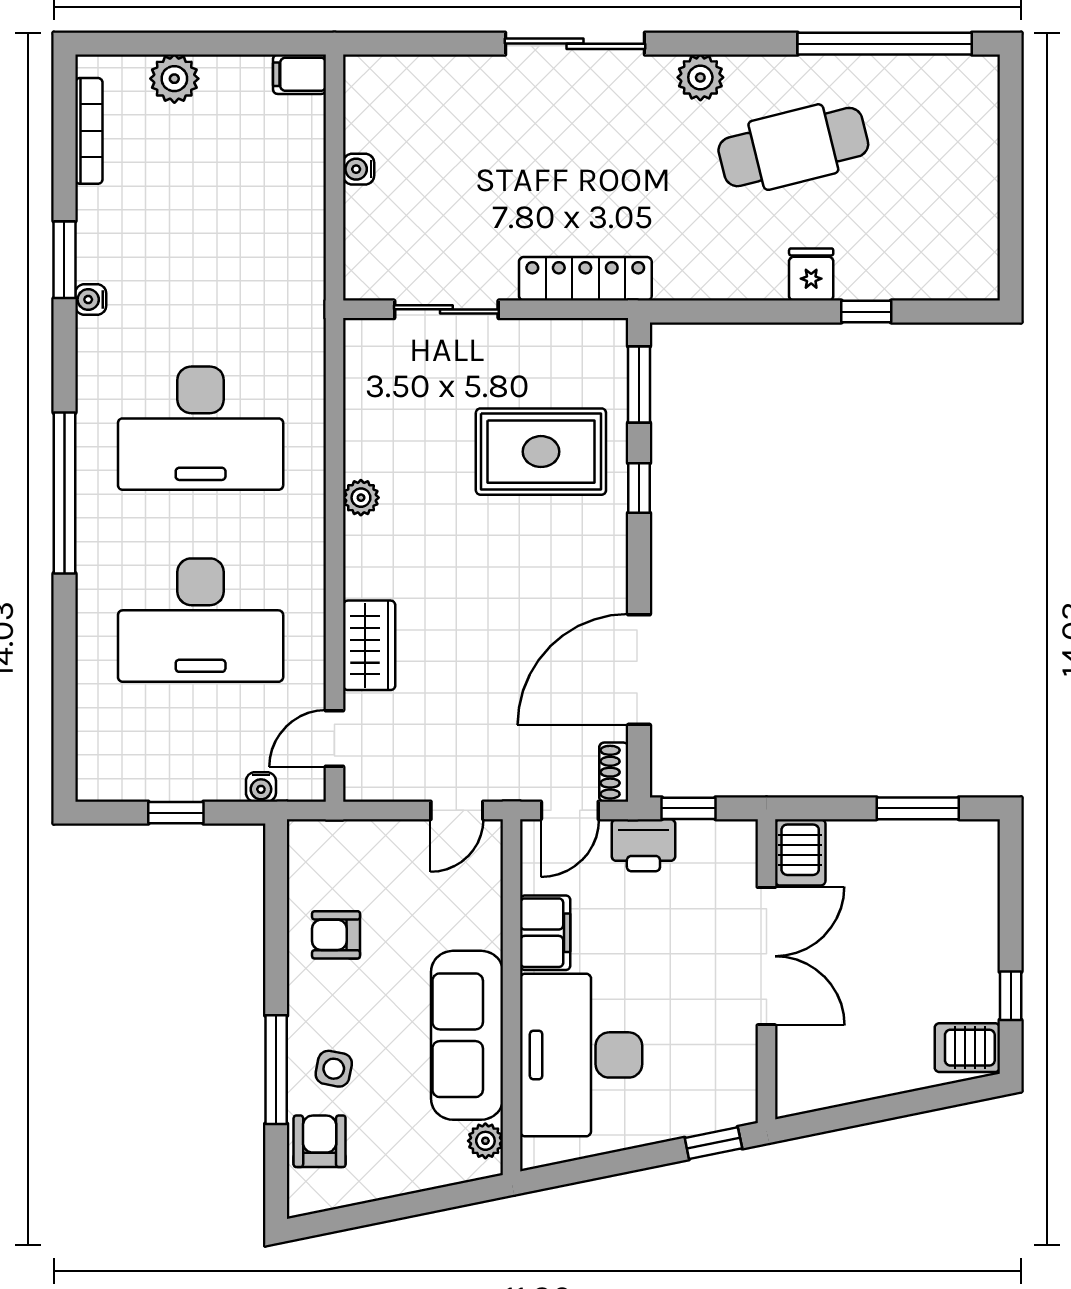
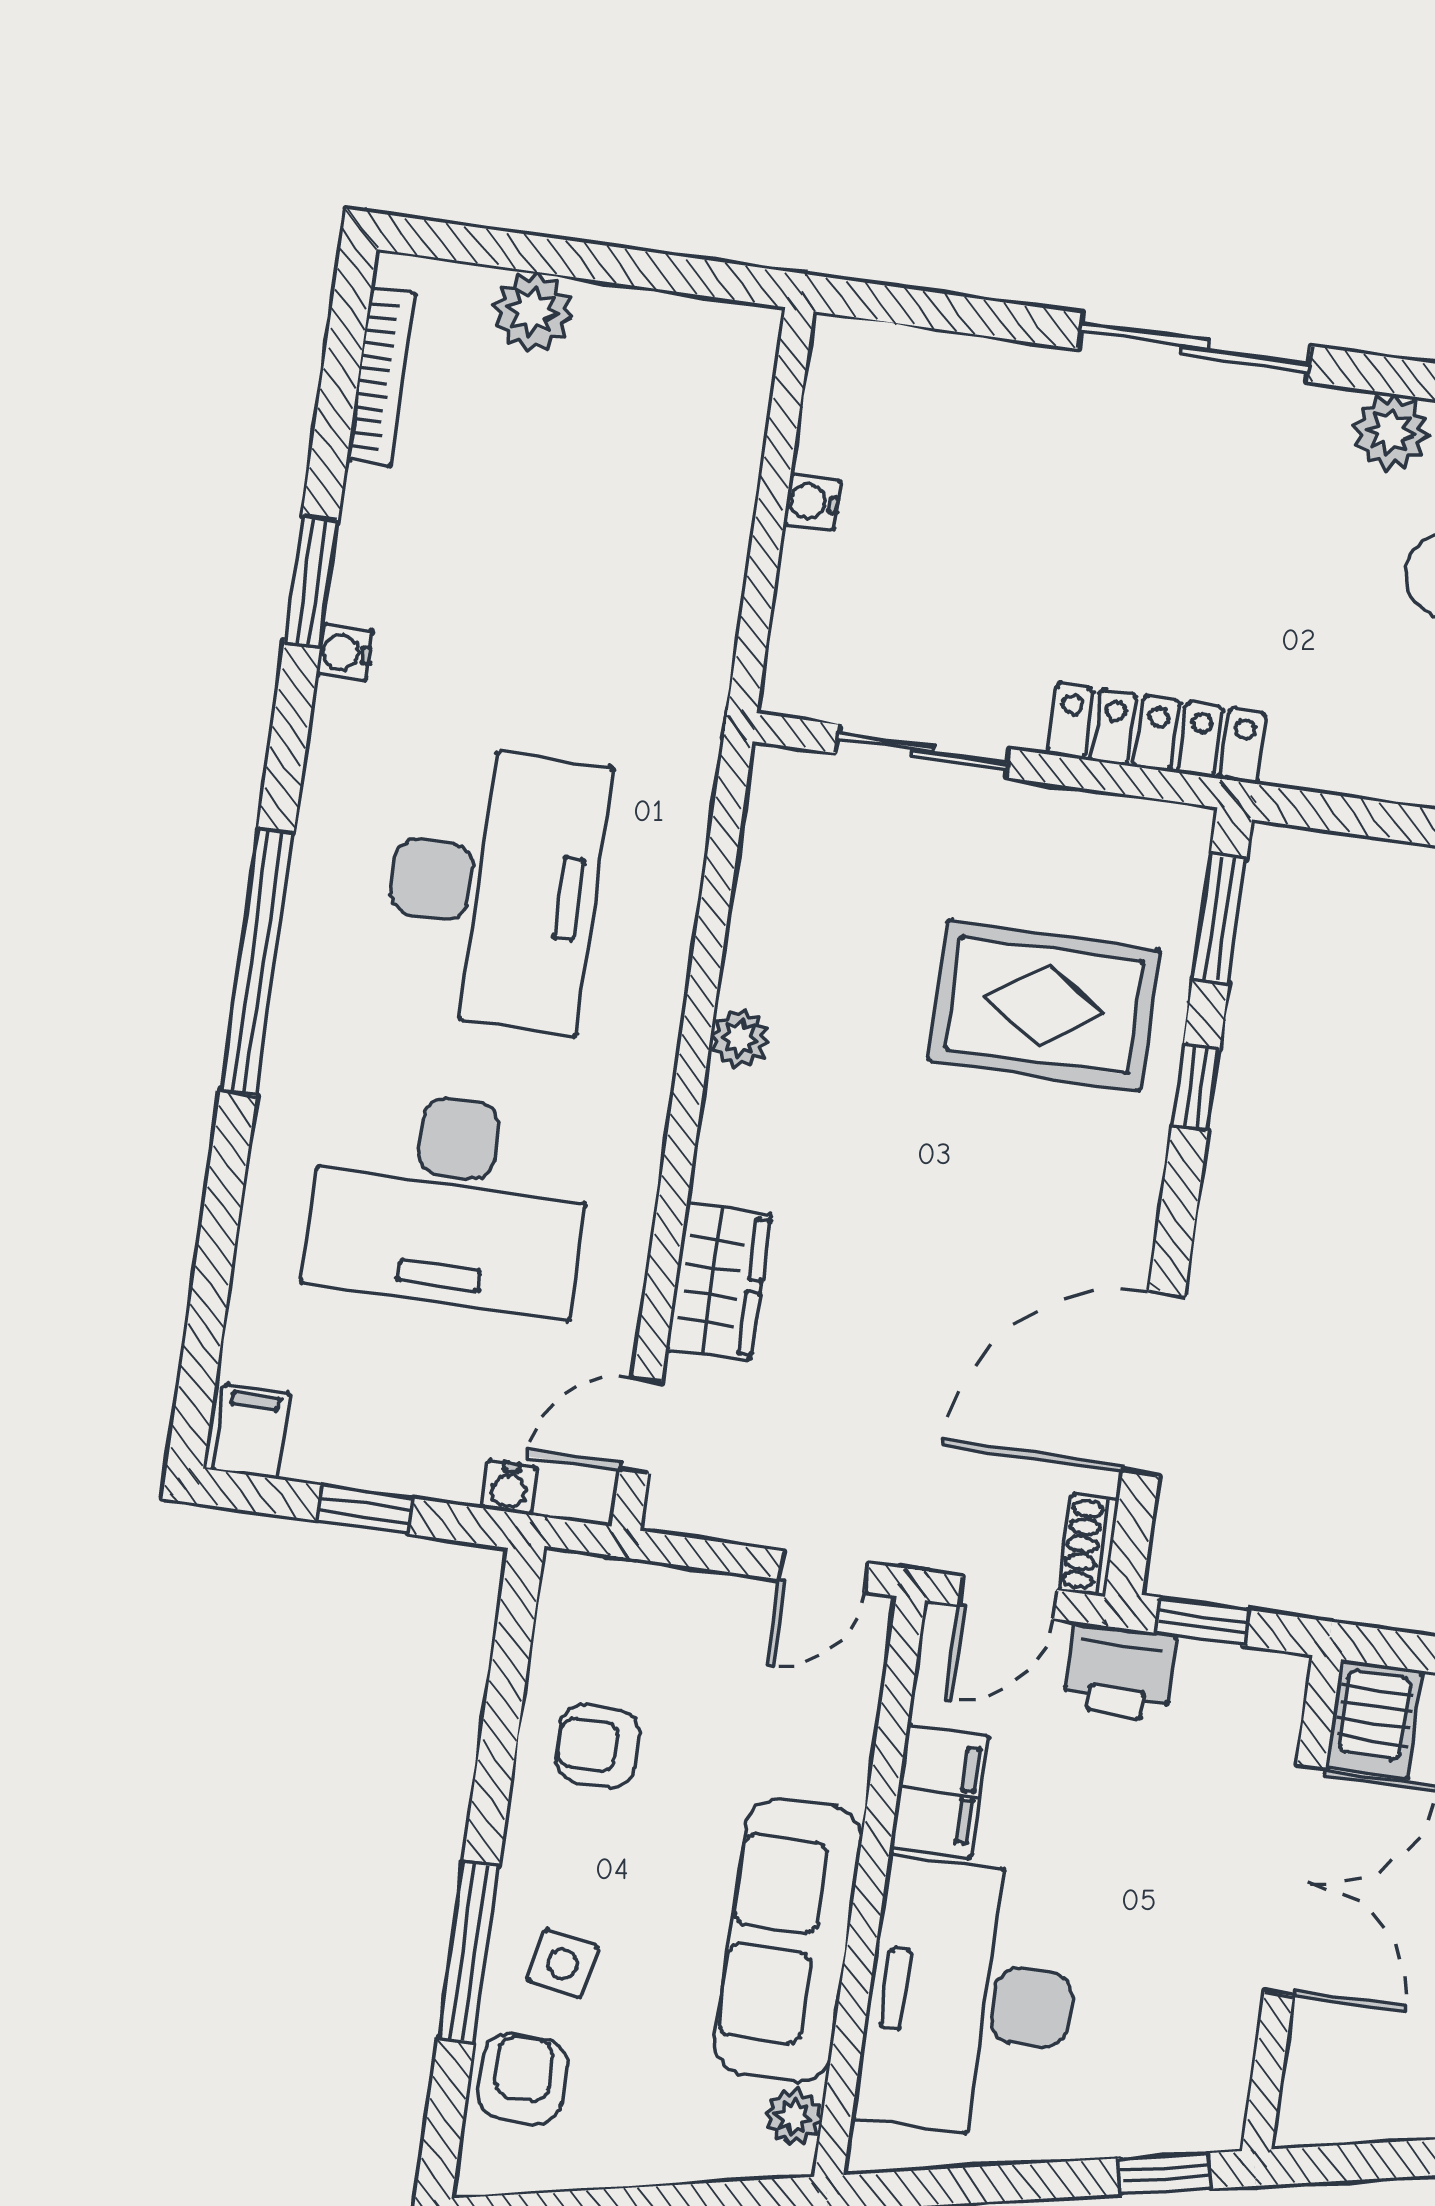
filing cabinet: (299, 74) -> (251, 1432), moved, turned 90
desk: (201, 428) -> (494, 888), turned -90

